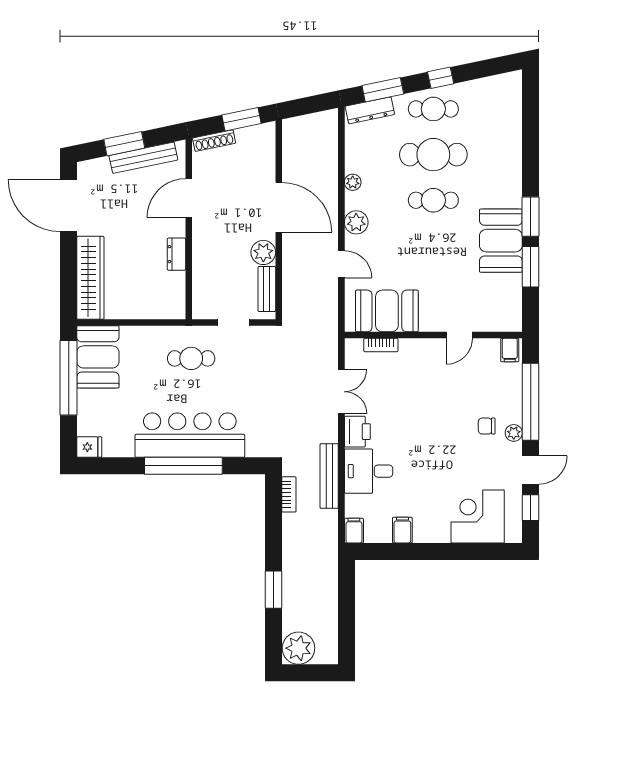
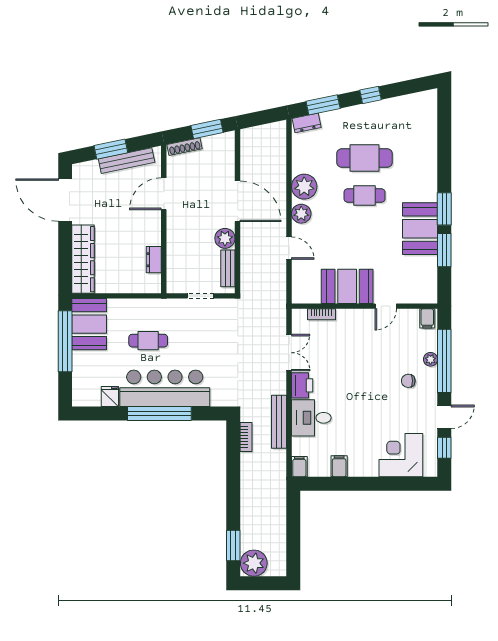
cafe table: (433, 109) -> (365, 121), removed
dresser: (370, 110) -> (307, 123), width x0.70
plant: (353, 182) -> (304, 187), width x1.87, depth x1.87
dresser: (177, 254) -> (154, 260), moved
booth: (387, 311) -> (347, 286), moved
cafe table: (191, 358) -> (148, 341), moved
plant: (514, 433) -> (430, 359), moved
fridge: (89, 447) -> (110, 396), moved, turned -90
window: (273, 590) -> (233, 546), moved

